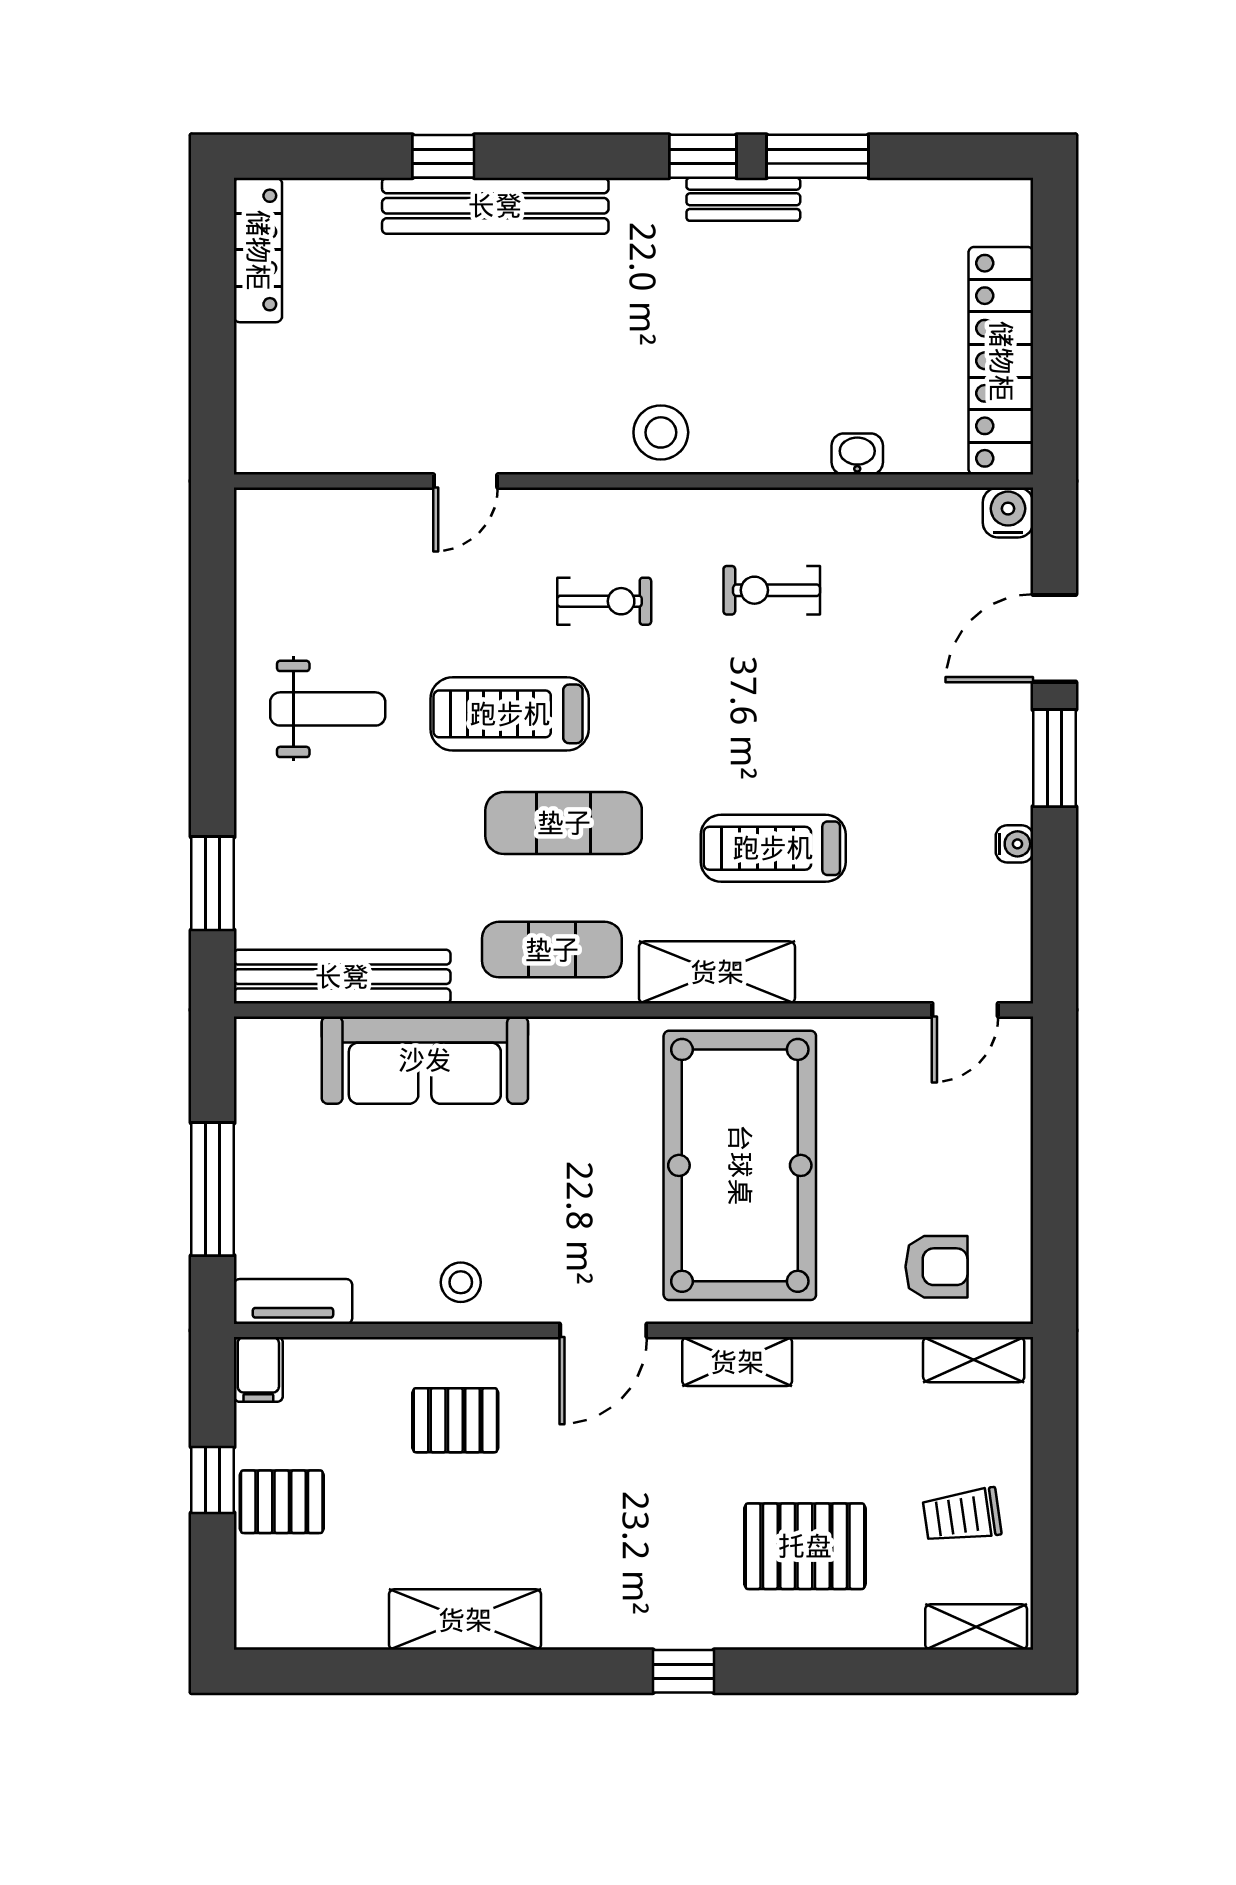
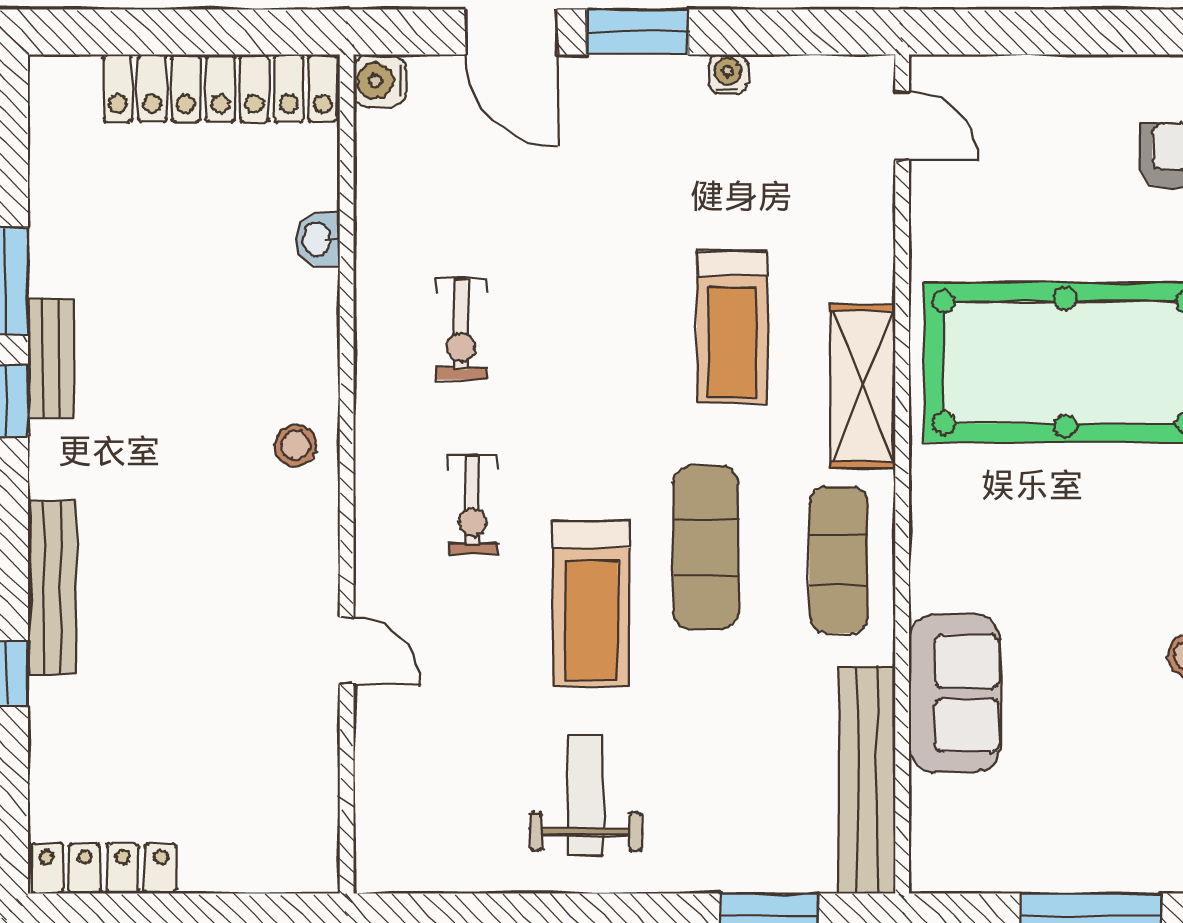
bench: (495, 206) -> (52, 587), width x0.73, depth x0.82
stool: (661, 432) -> (296, 445), width x0.73, depth x0.73
exercise bike: (604, 601) -> (473, 505), turned 180
sofa: (425, 1060) -> (955, 693), width x0.73

